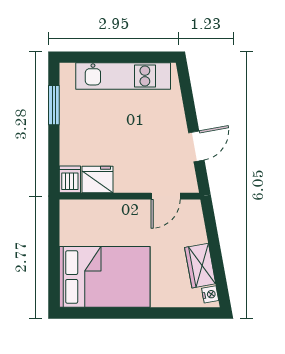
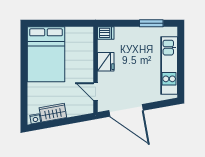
door: (196, 146) -> (126, 110), width x1.87
fridge: (97, 180) -> (106, 62), moved

